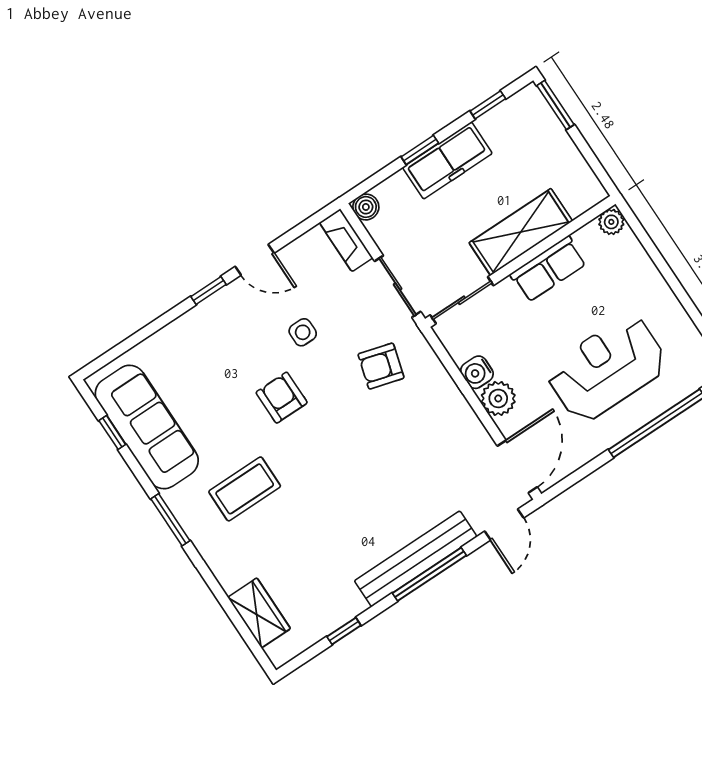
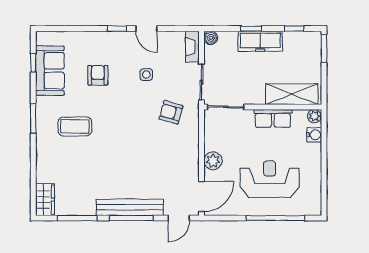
shelving: (521, 232) -> (292, 94), moved
water cooler: (477, 372) -> (314, 135), moved, turned 180
armchair: (282, 398) -> (98, 75), moved
sofa: (147, 427) -> (50, 71), width x0.73
wardrobe: (259, 613) -> (45, 199), moved
window: (344, 631) -> (77, 218), width x2.17

